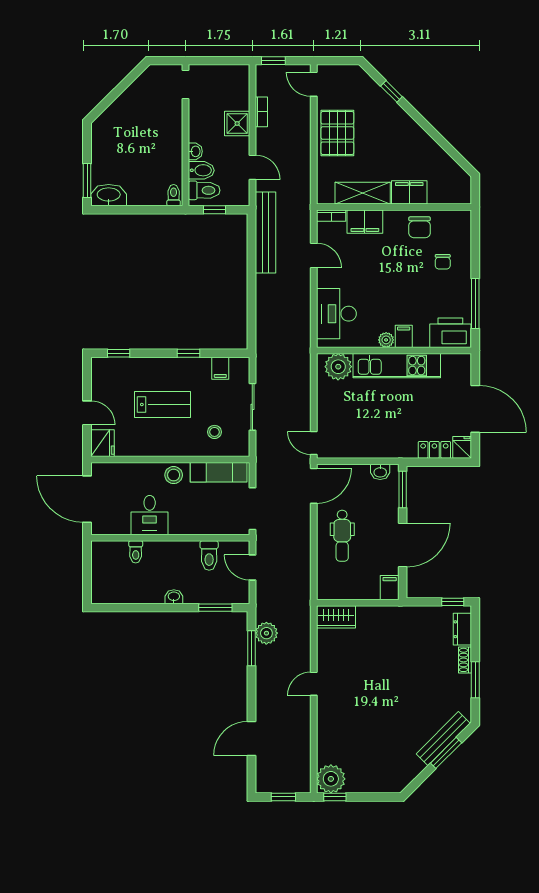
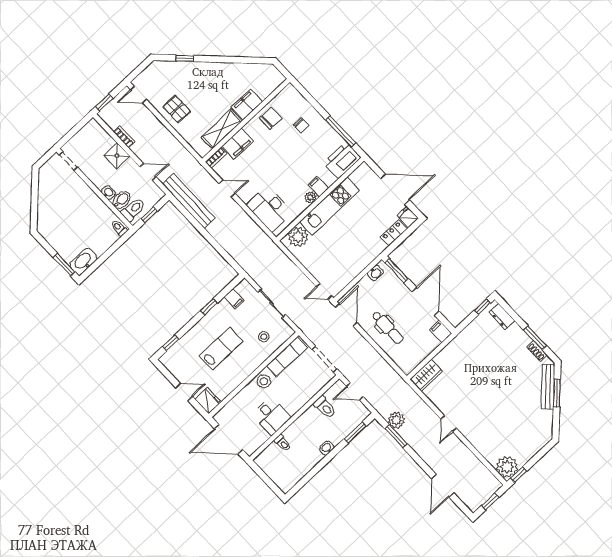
pallet: (337, 133) -> (177, 109), width x0.67, depth x0.71
chair: (420, 227) -> (271, 118), turned -90
shoe rack: (465, 660) -> (537, 351), moved

